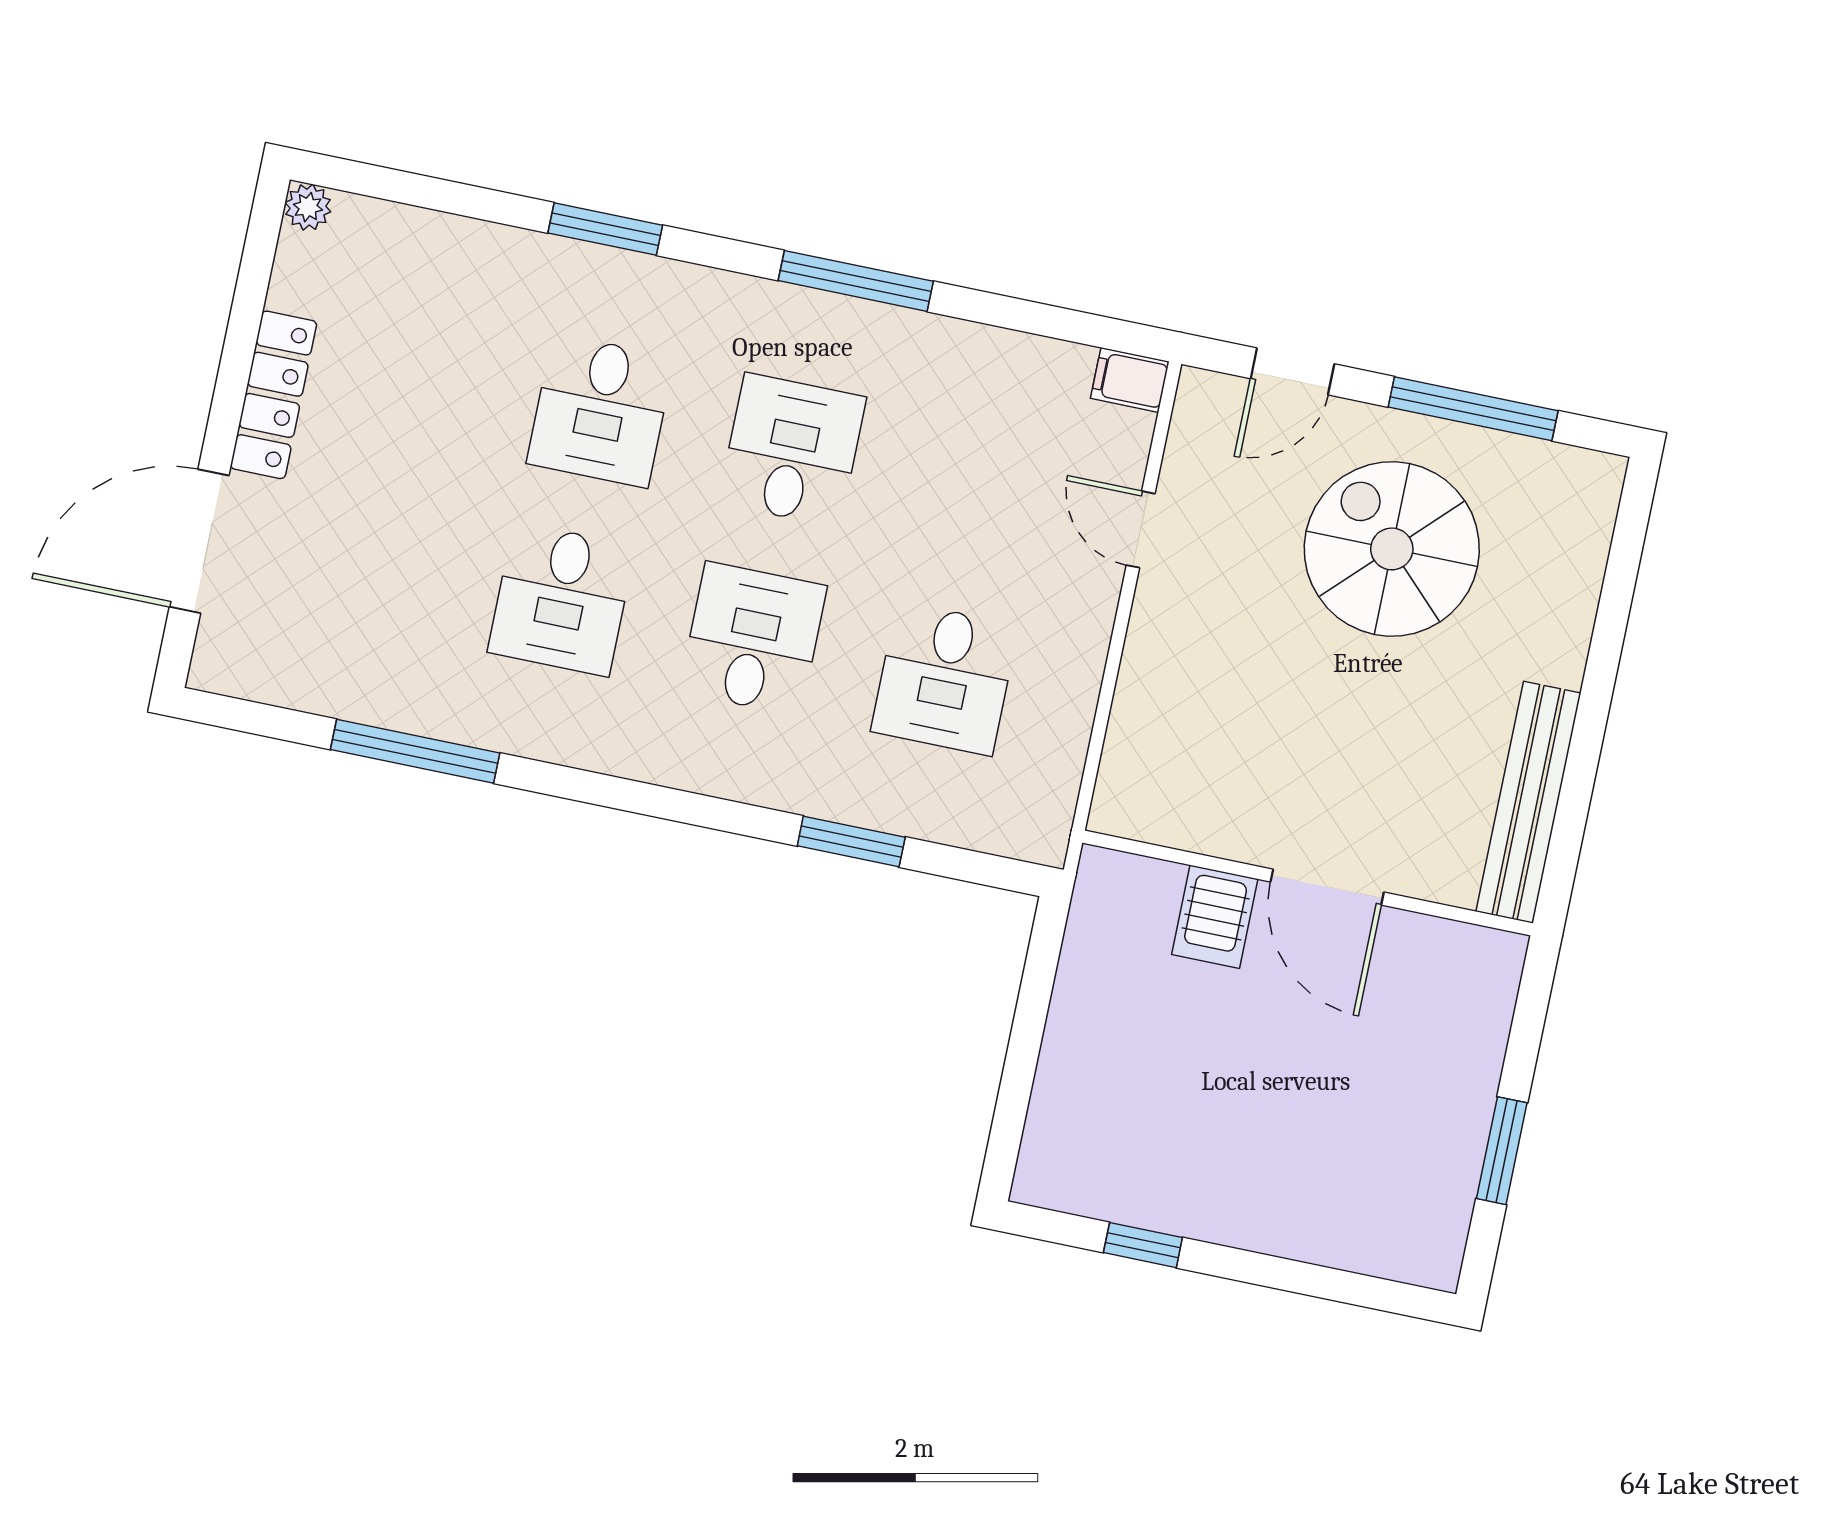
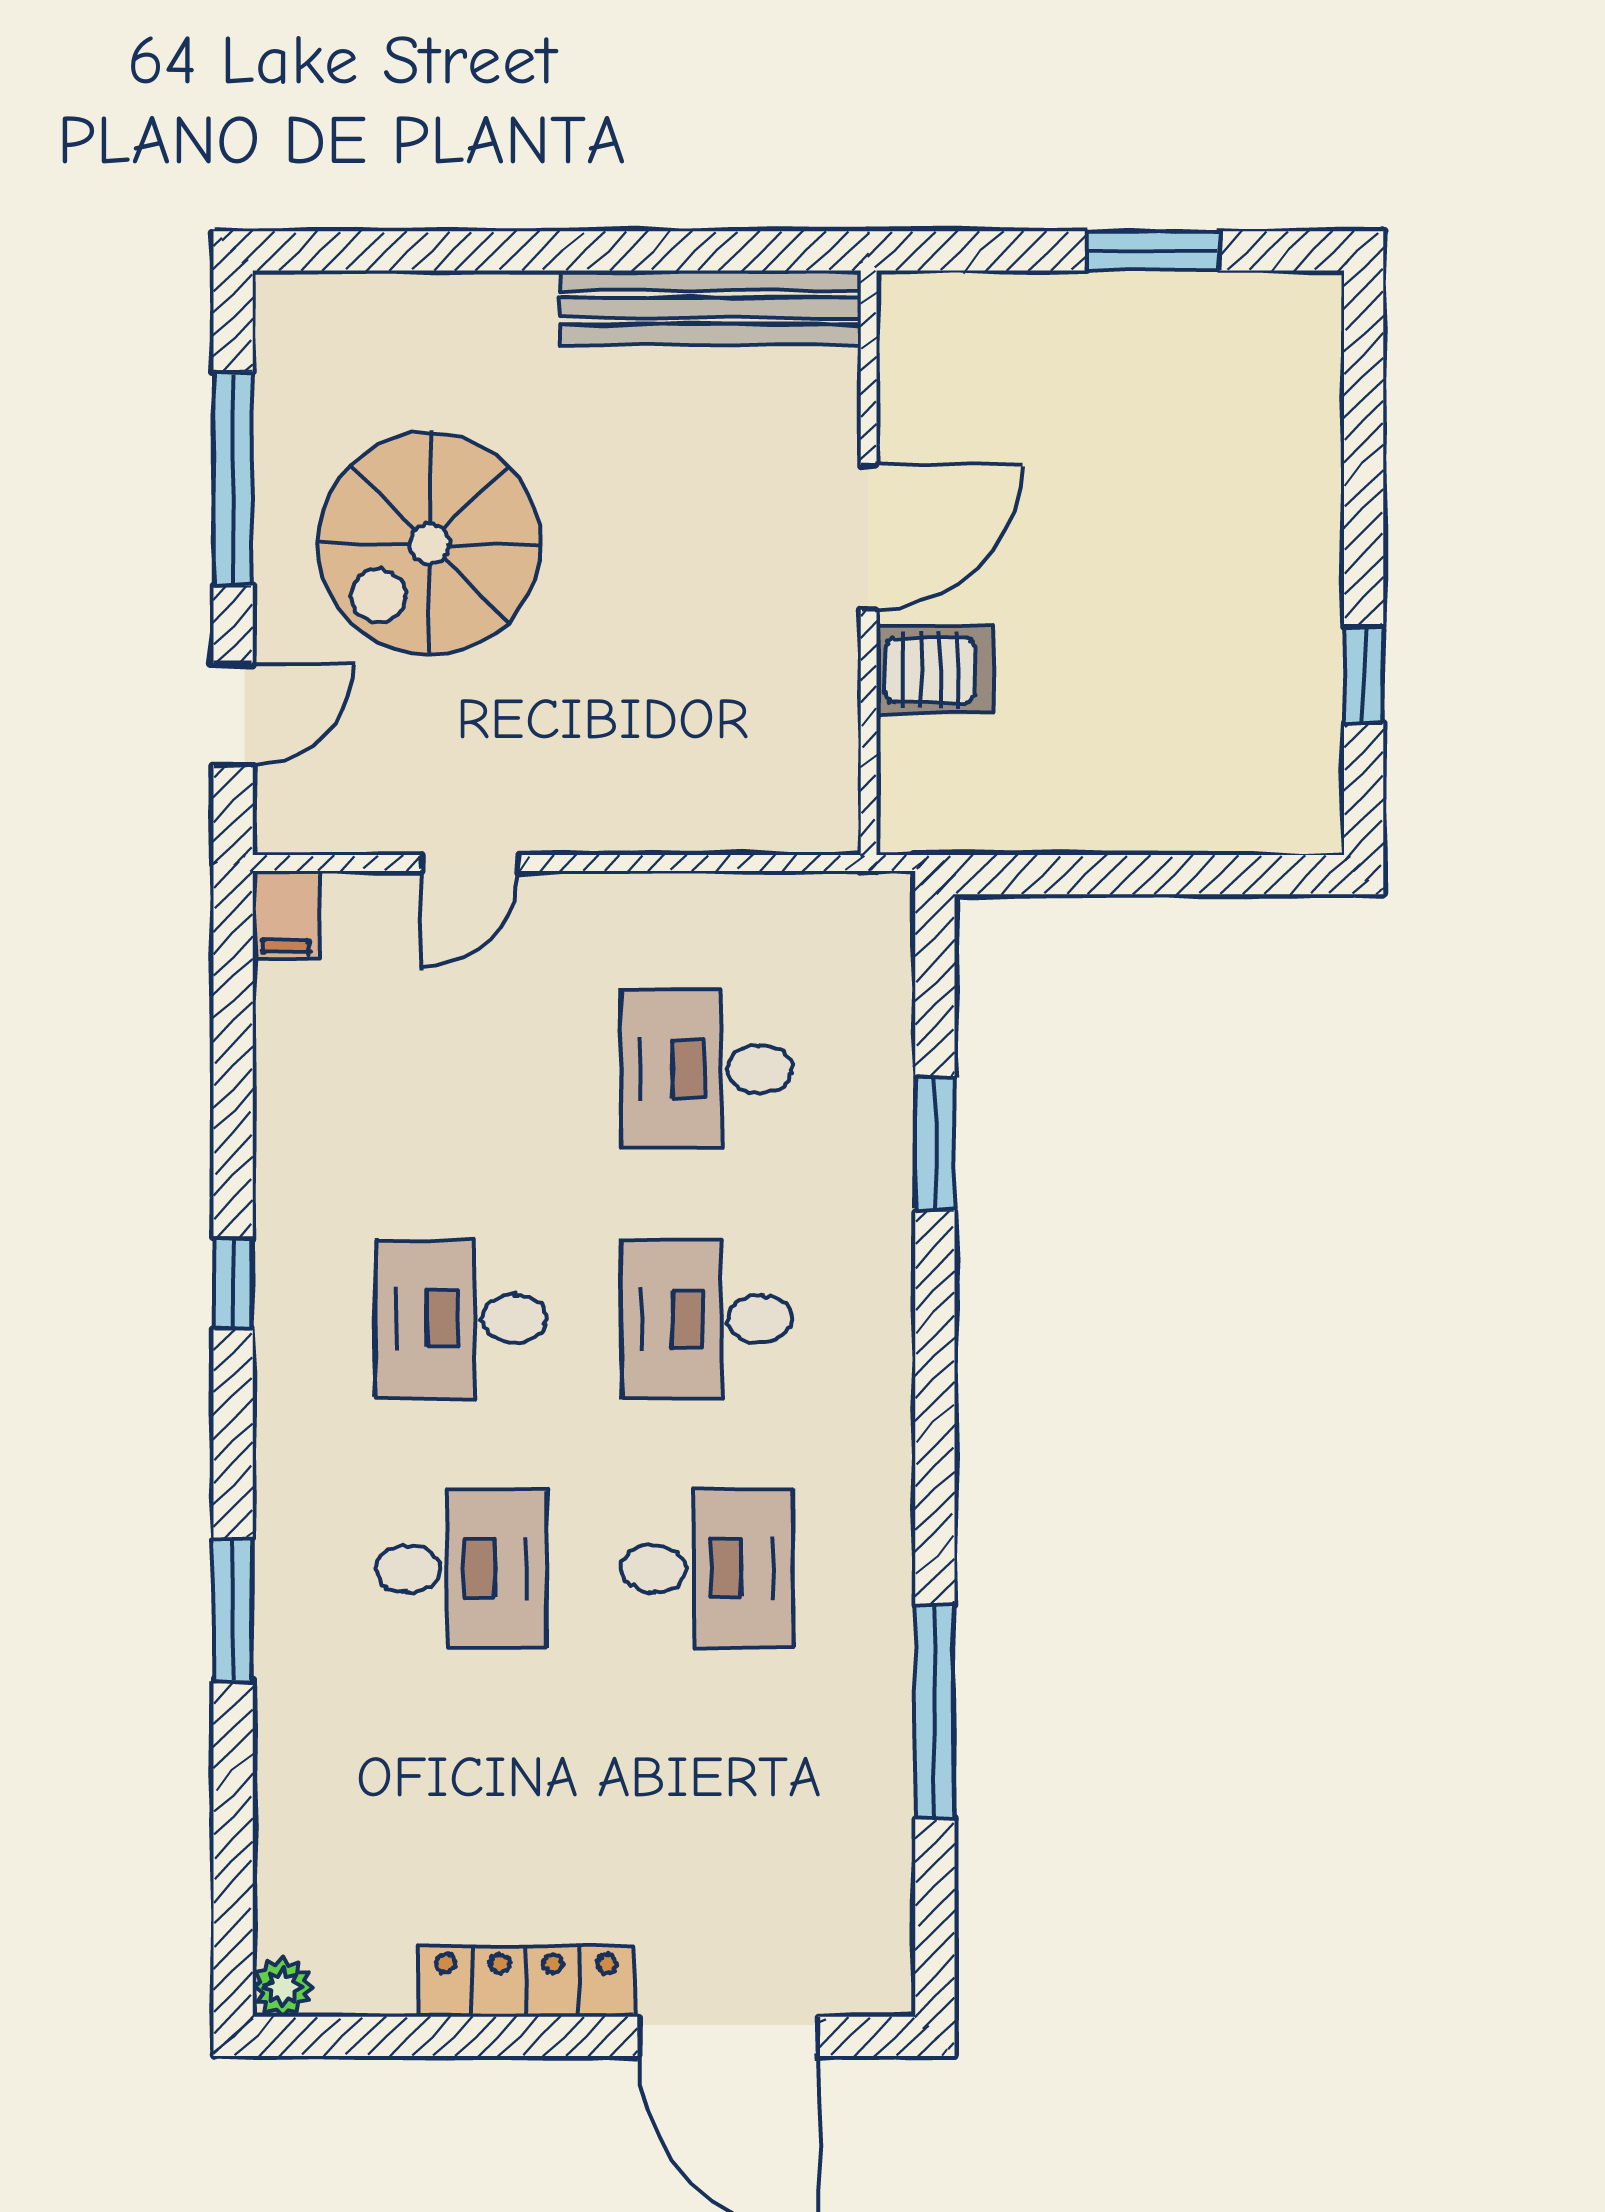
window: (856, 281) -> (233, 1283), width x0.46
door: (1292, 371) -> (233, 714), hinge flipped
desk: (945, 679) -> (707, 1069), turned 180

